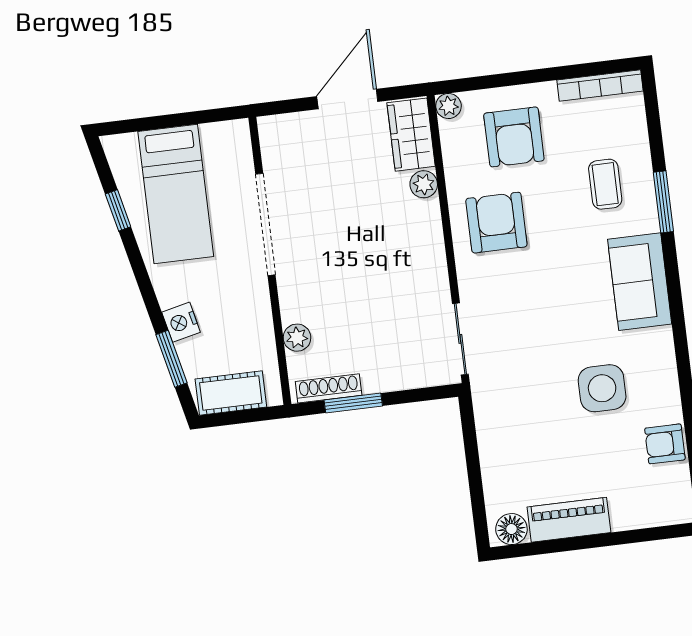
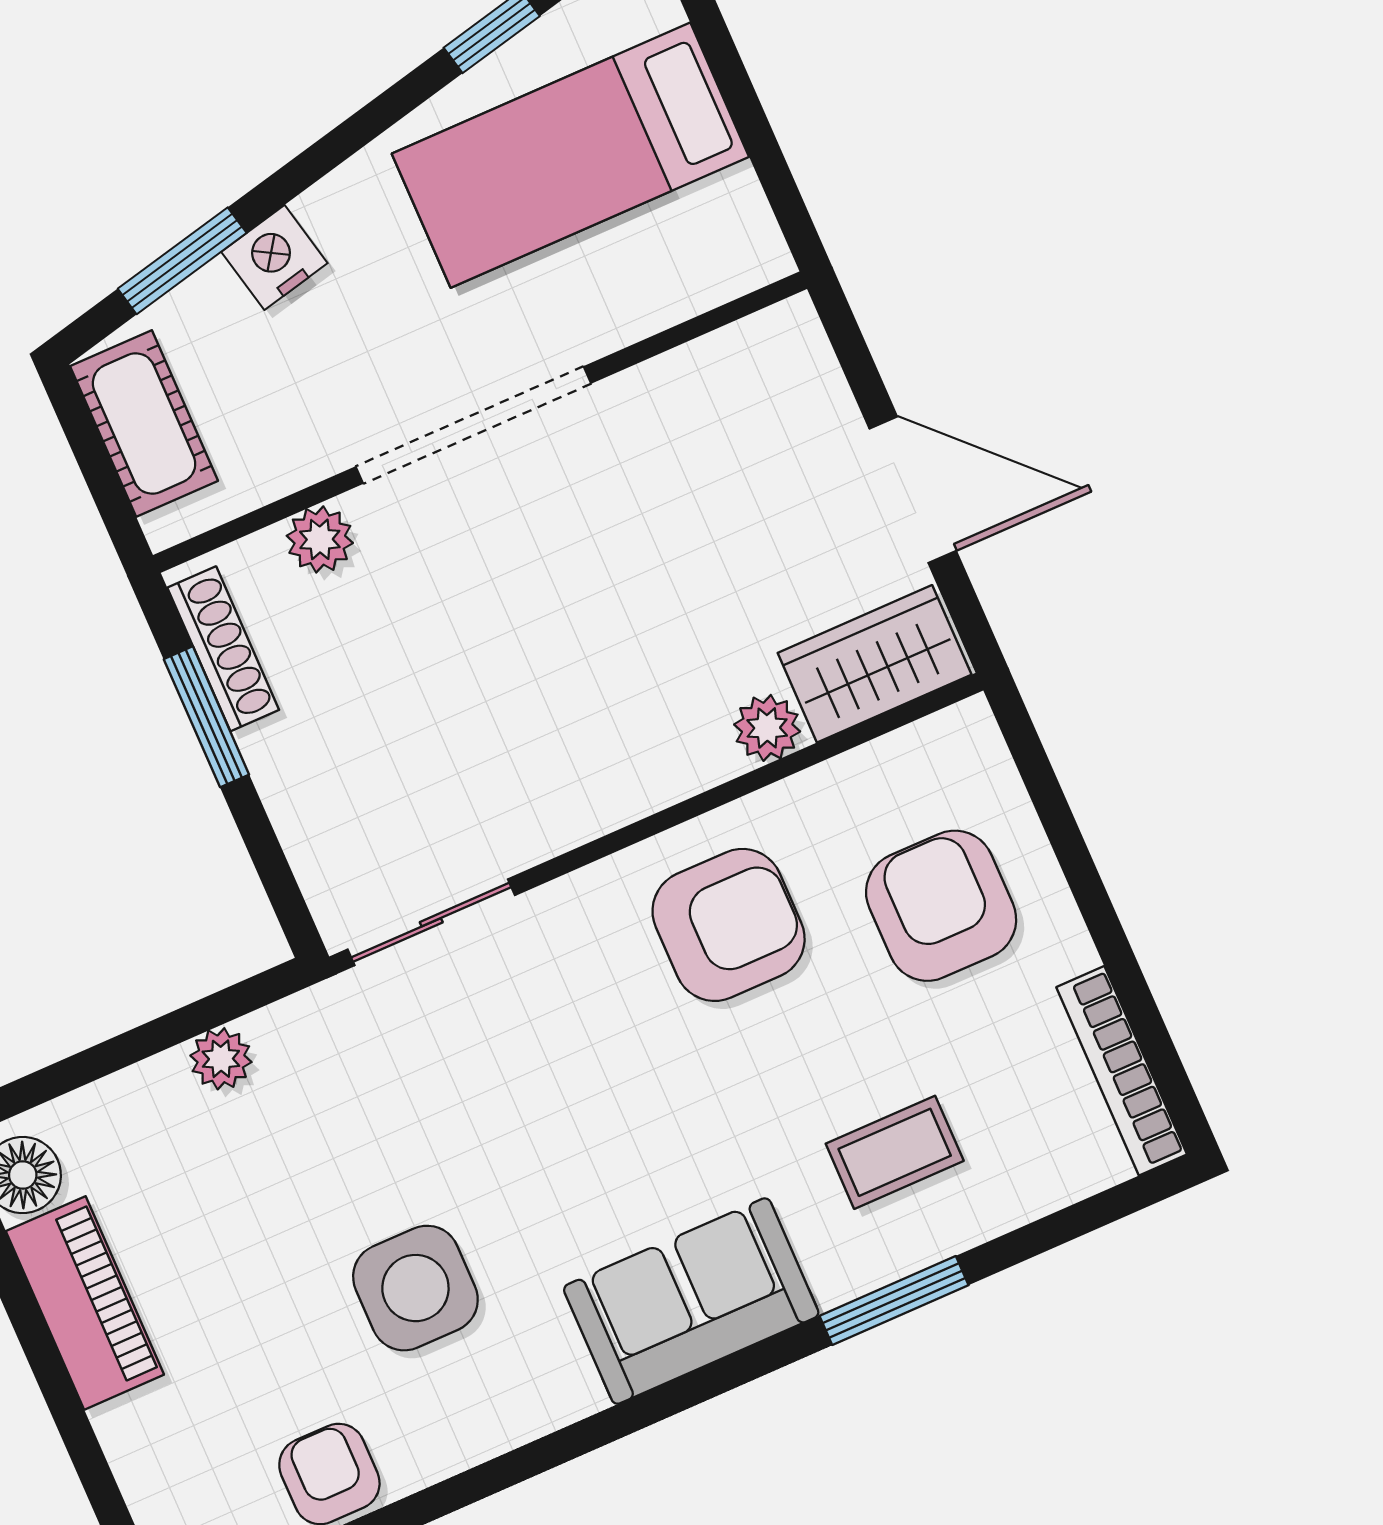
plant: (448, 106) -> (221, 1059), moved
armchair: (514, 137) -> (941, 906), turned 90
doorway: (265, 224) -> (473, 425), moved

